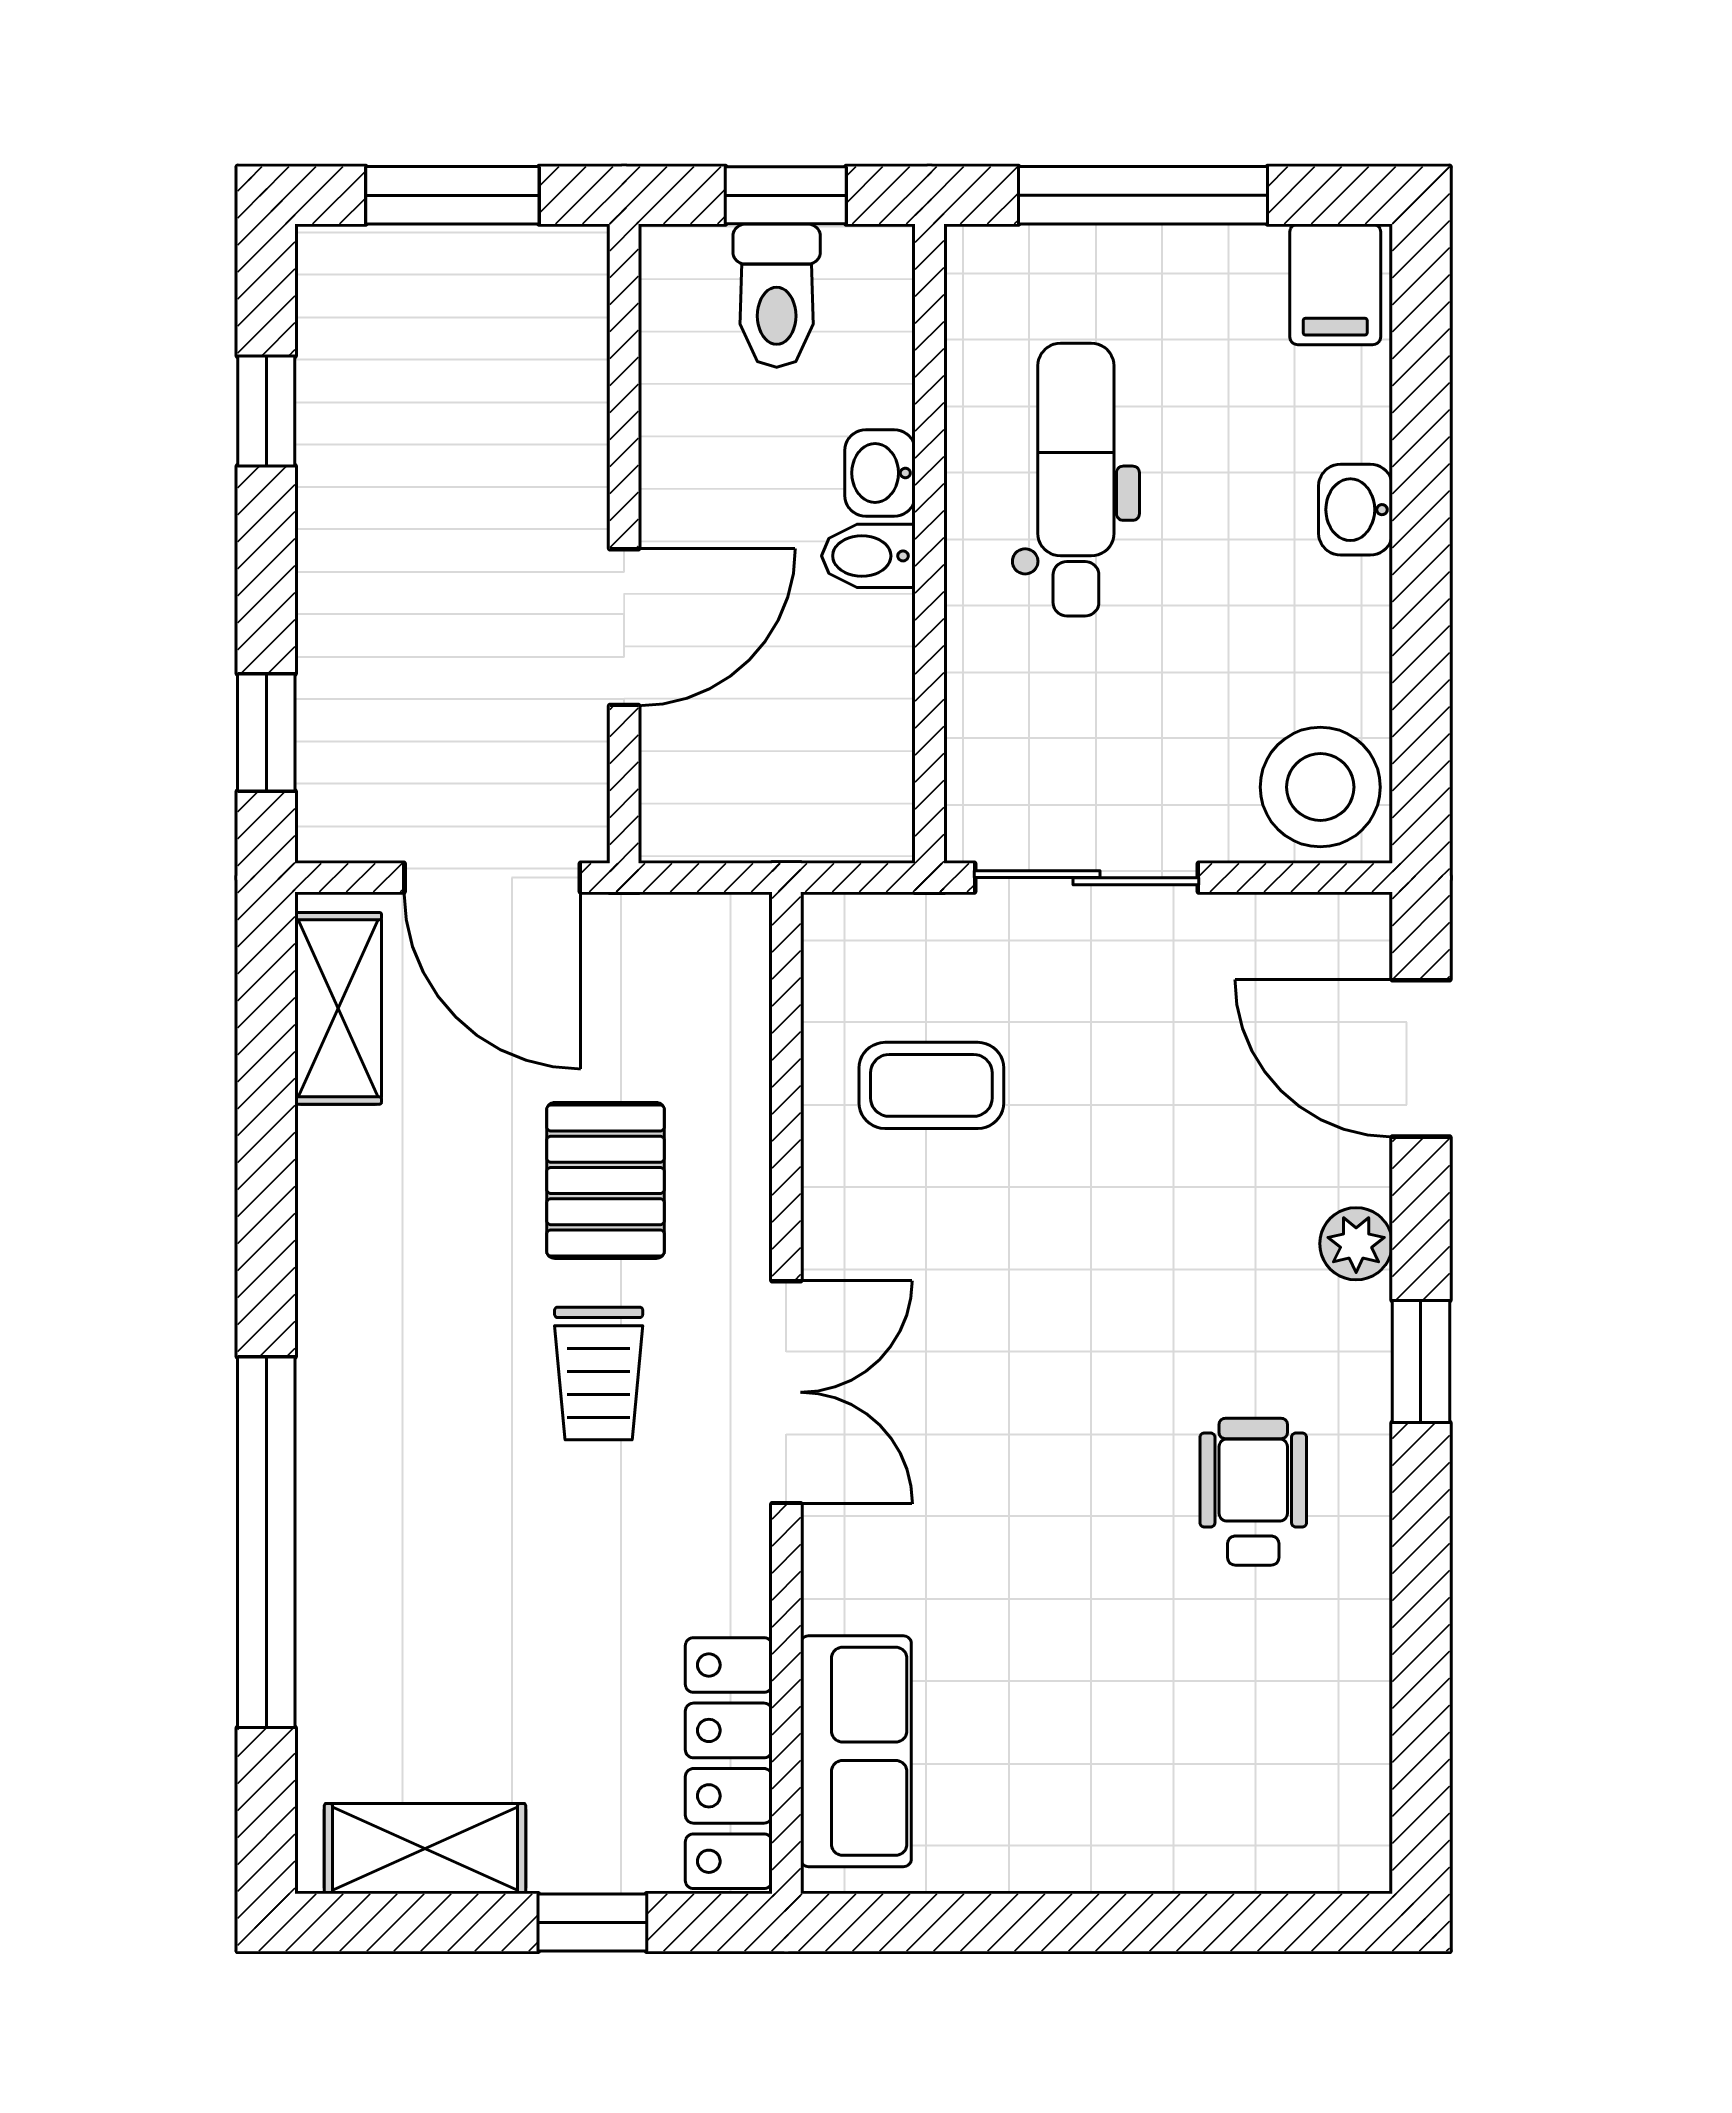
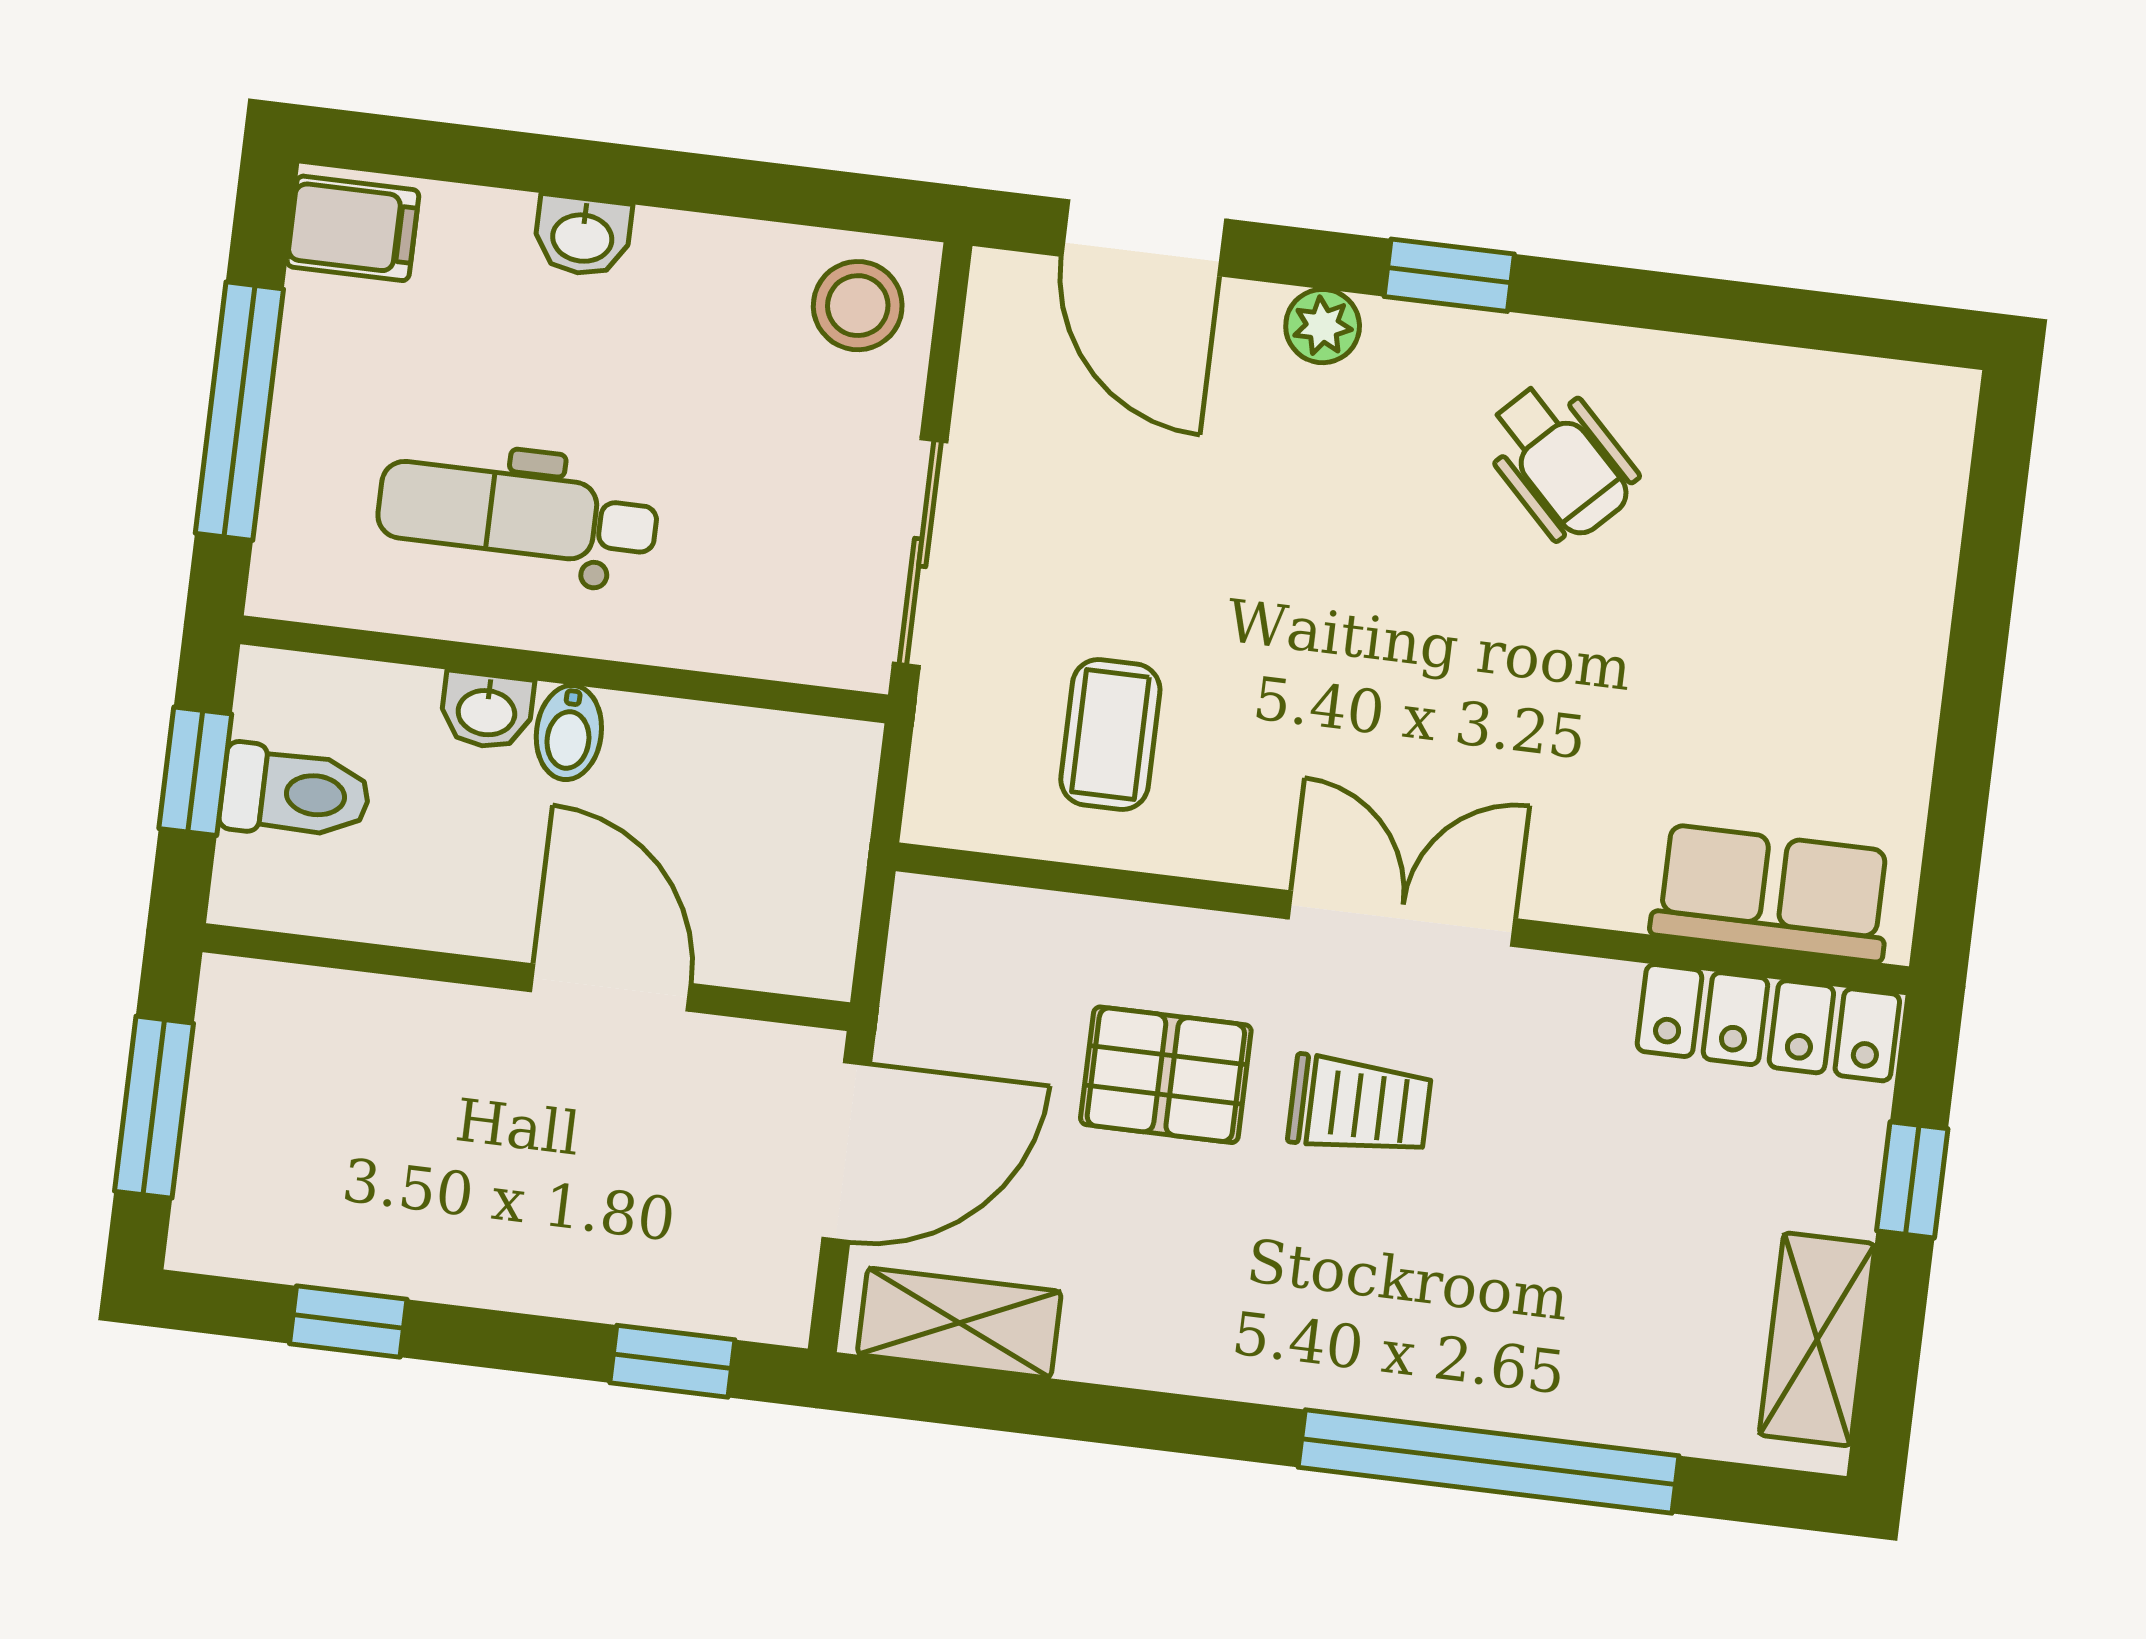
stool: (1320, 787) -> (858, 306), width x0.73, depth x0.73
door: (1421, 1058) -> (1144, 238), hinge flipped
wheelchair: (1253, 1492) -> (1560, 460), turned -135

